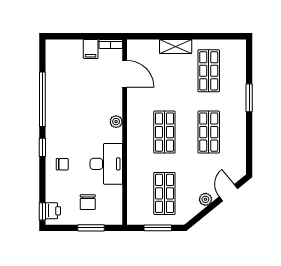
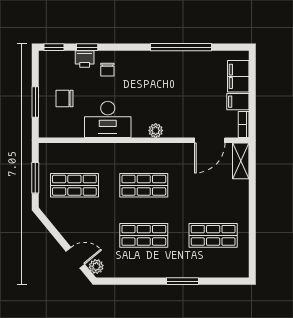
shelving: (176, 46) -> (241, 161), moved
filing cabinet: (68, 49) -> (238, 76), added
window: (42, 147) -> (87, 47), moved
plant: (205, 199) -> (96, 266), moved
printer: (53, 211) -> (85, 59), moved

